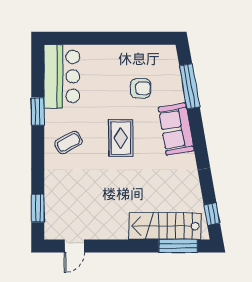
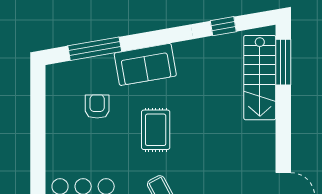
rug: (121, 138) -> (156, 130), turned 90
window: (212, 214) -> (223, 26), moved

